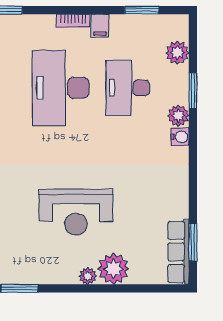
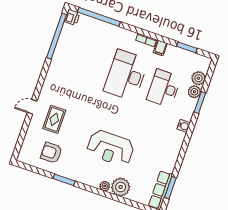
plant: (178, 116) -> (194, 92), moved

